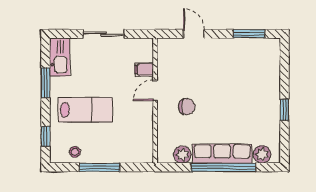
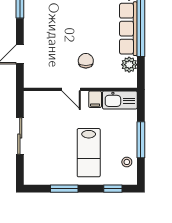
kitchen sink: (60, 57) -> (120, 100), moved, turned 180
filing cabinet: (144, 70) -> (95, 99), moved
lab bench: (85, 110) -> (89, 153), turned 180

